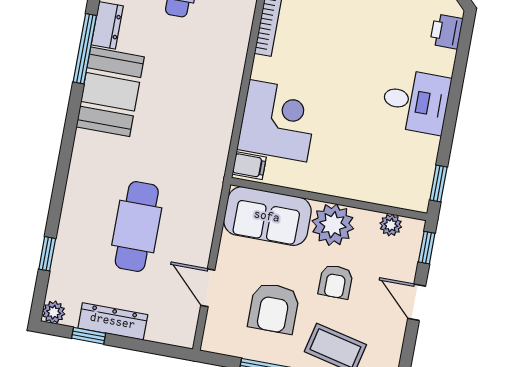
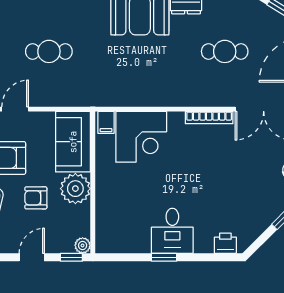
window: (438, 183) -> (164, 257), moved
plant: (391, 225) -> (83, 245), moved
cafe table: (137, 226) -> (49, 51), width x0.73, depth x0.74

